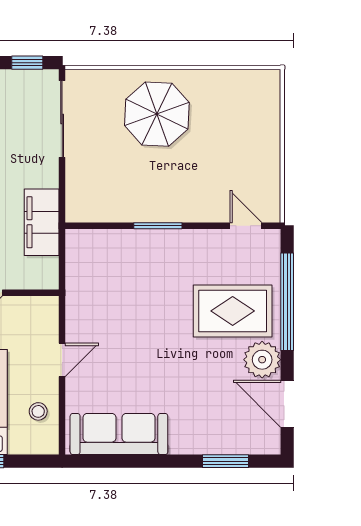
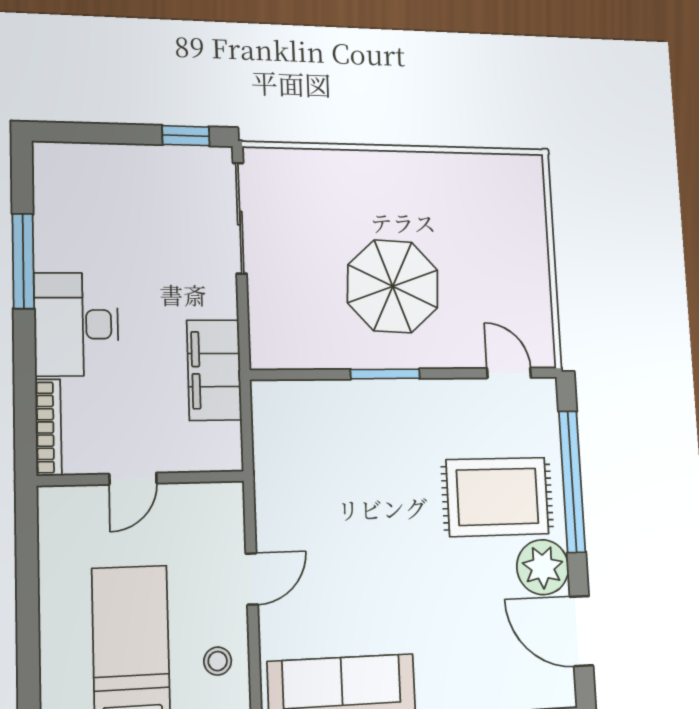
parasol: (157, 114) -> (393, 286), moved

